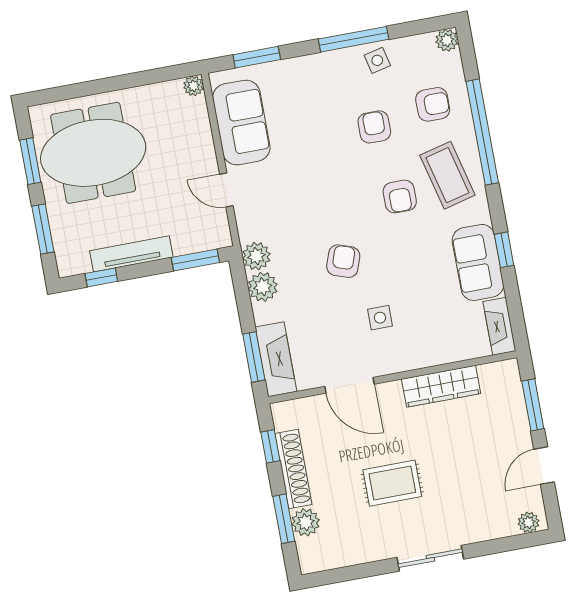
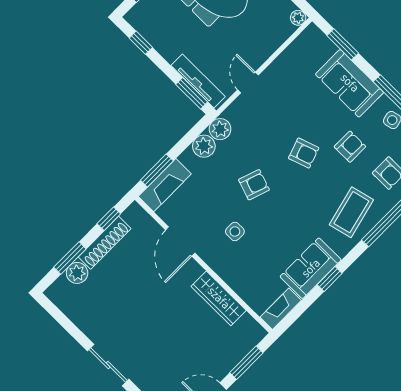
sofa: (241, 123) -> (350, 83), moved, turned 90
armchair: (400, 196) -> (304, 153), moved, turned -109
tv unit: (131, 254) -> (198, 81), moved
rug: (392, 483) -> (138, 310), removed

